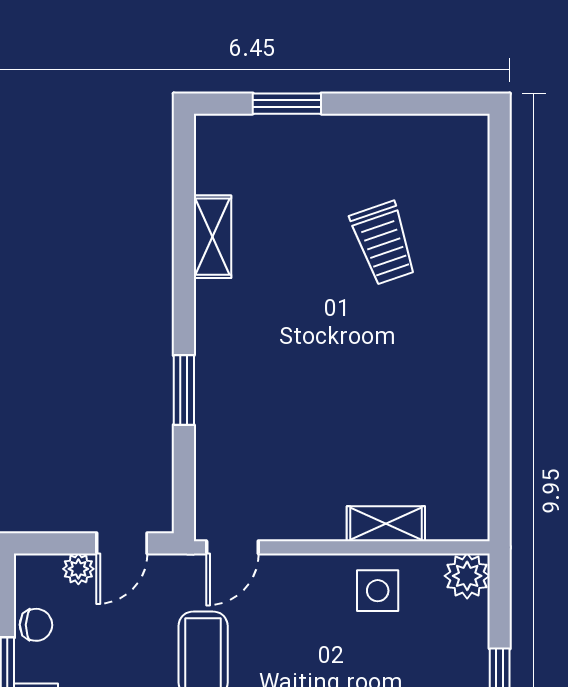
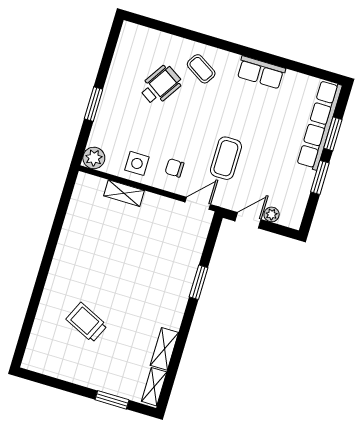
shelving: (211, 155) -> (154, 387), added
trolley: (383, 243) -> (87, 322), turned -46
chair: (36, 625) -> (175, 168), moved

